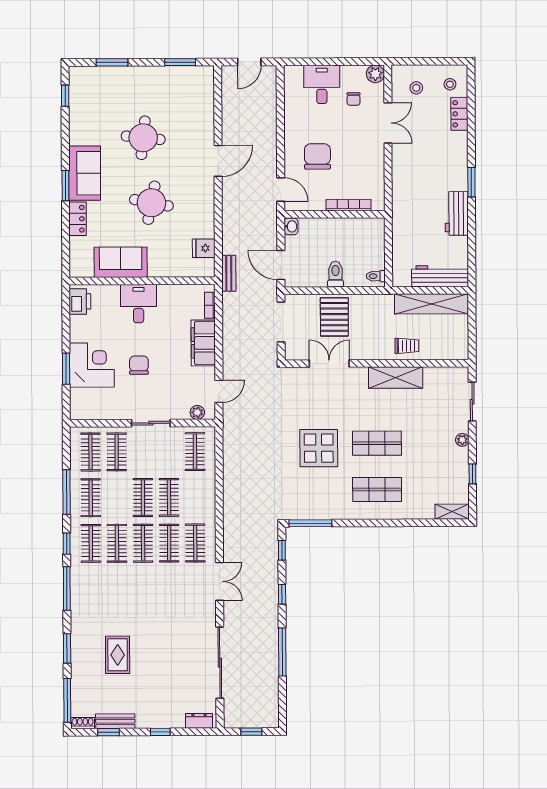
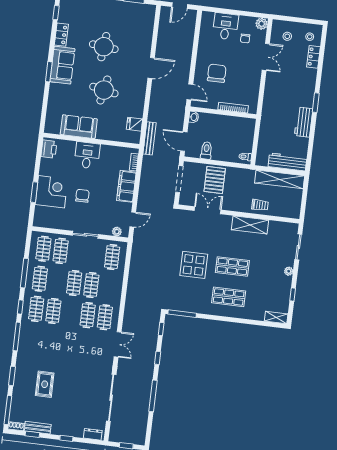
locker: (78, 219) -> (61, 35), moved
bench: (229, 273) -> (149, 138), width x1.36
toilet: (335, 274) -> (206, 151), moved
clothes rail: (143, 543) -> (71, 313), removed

